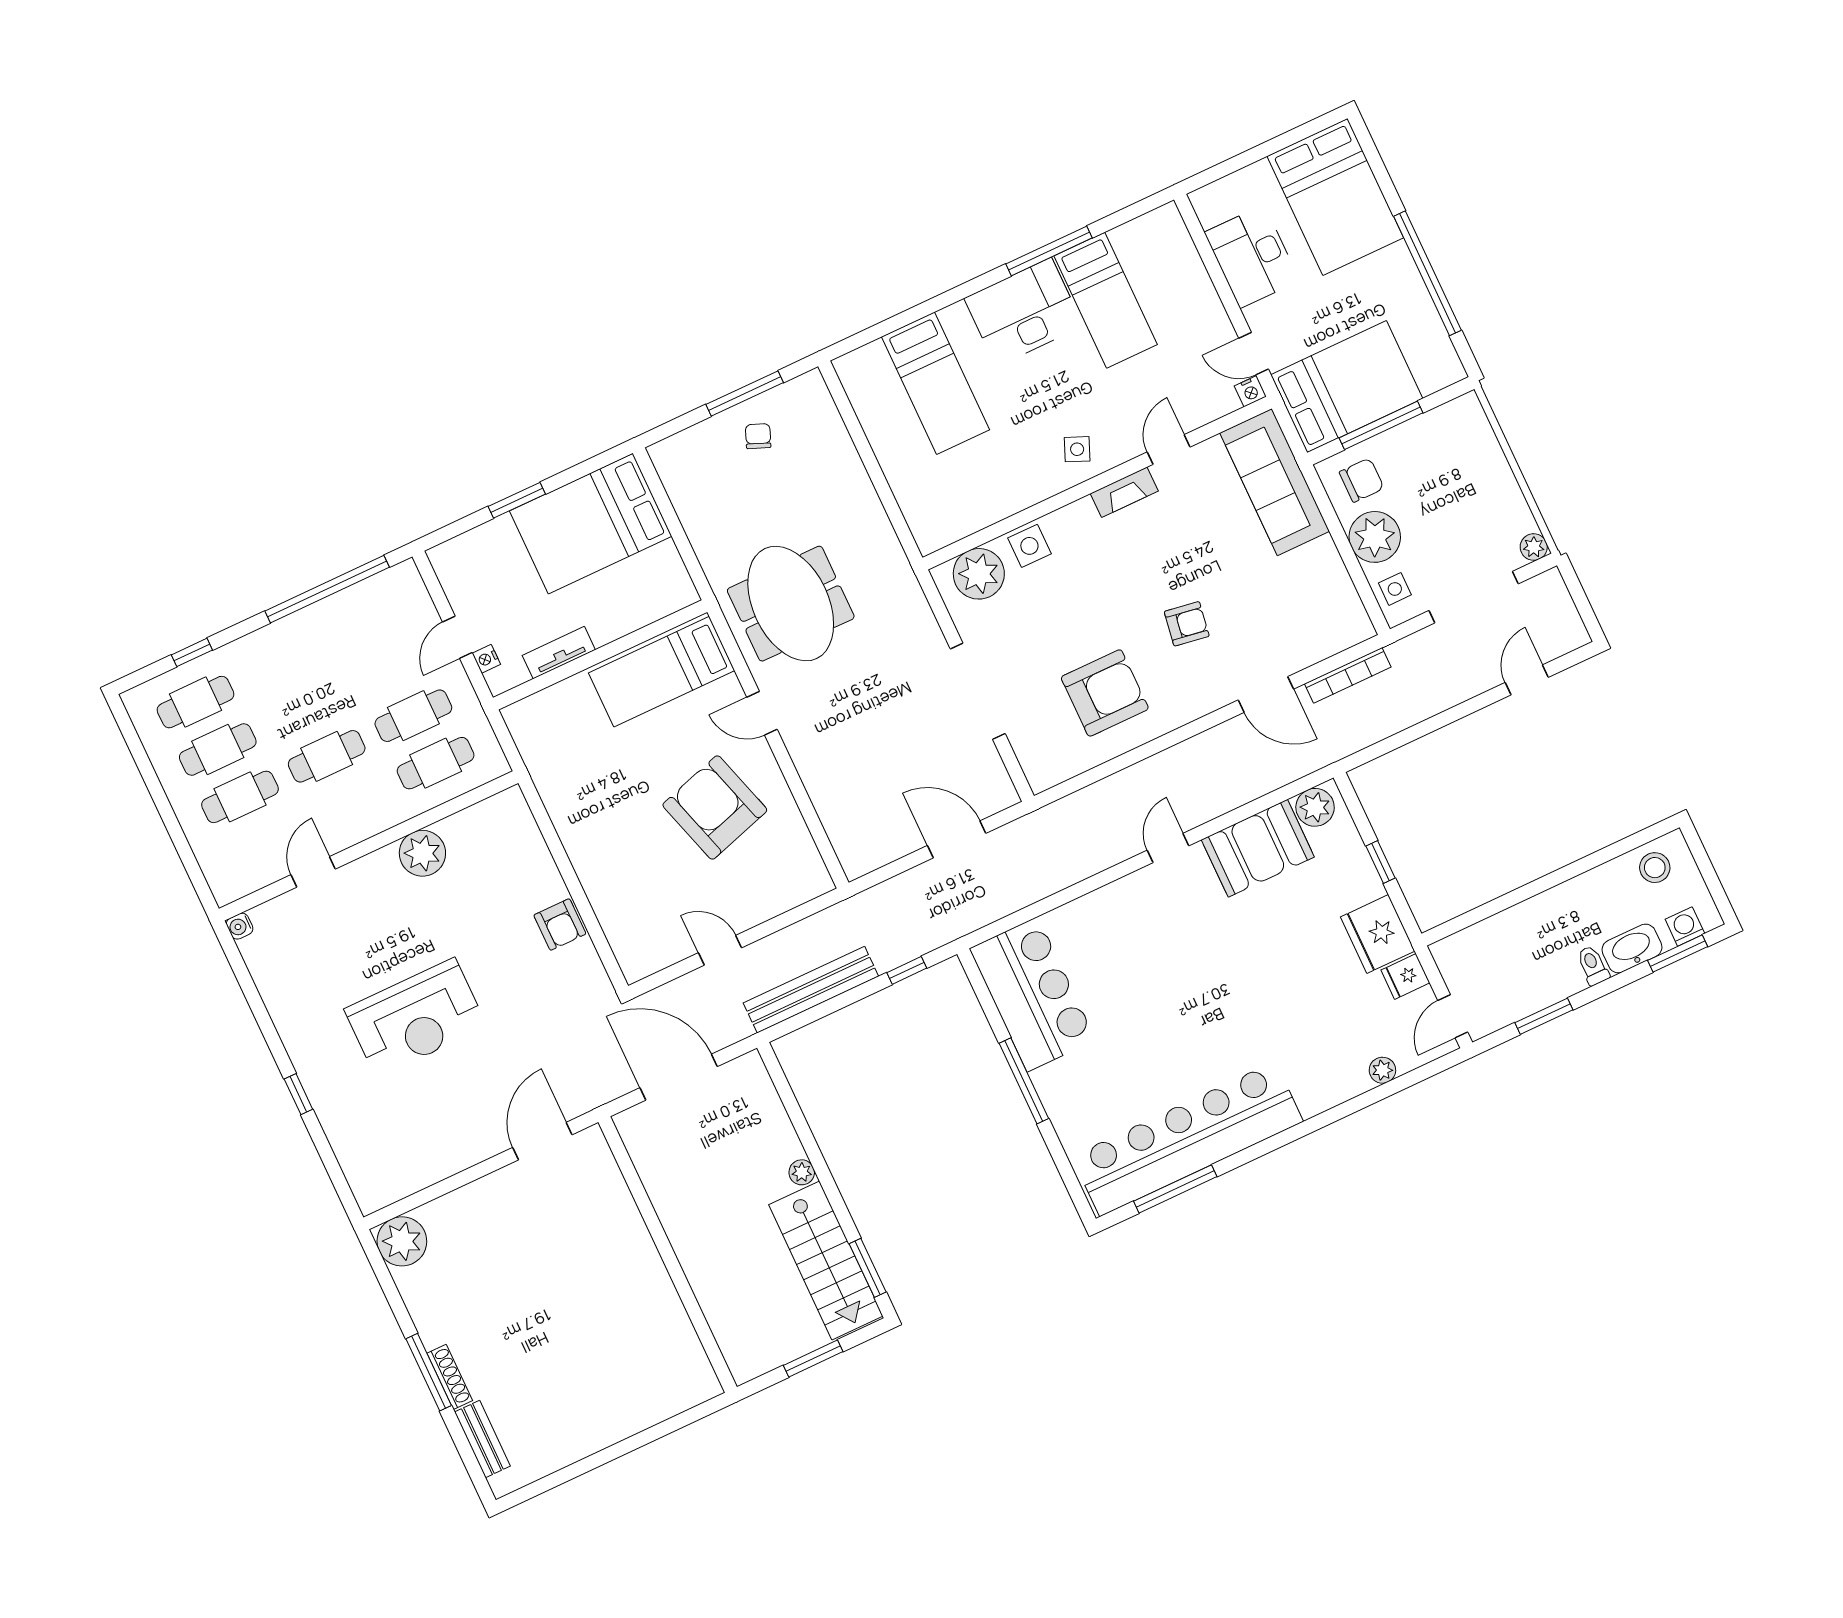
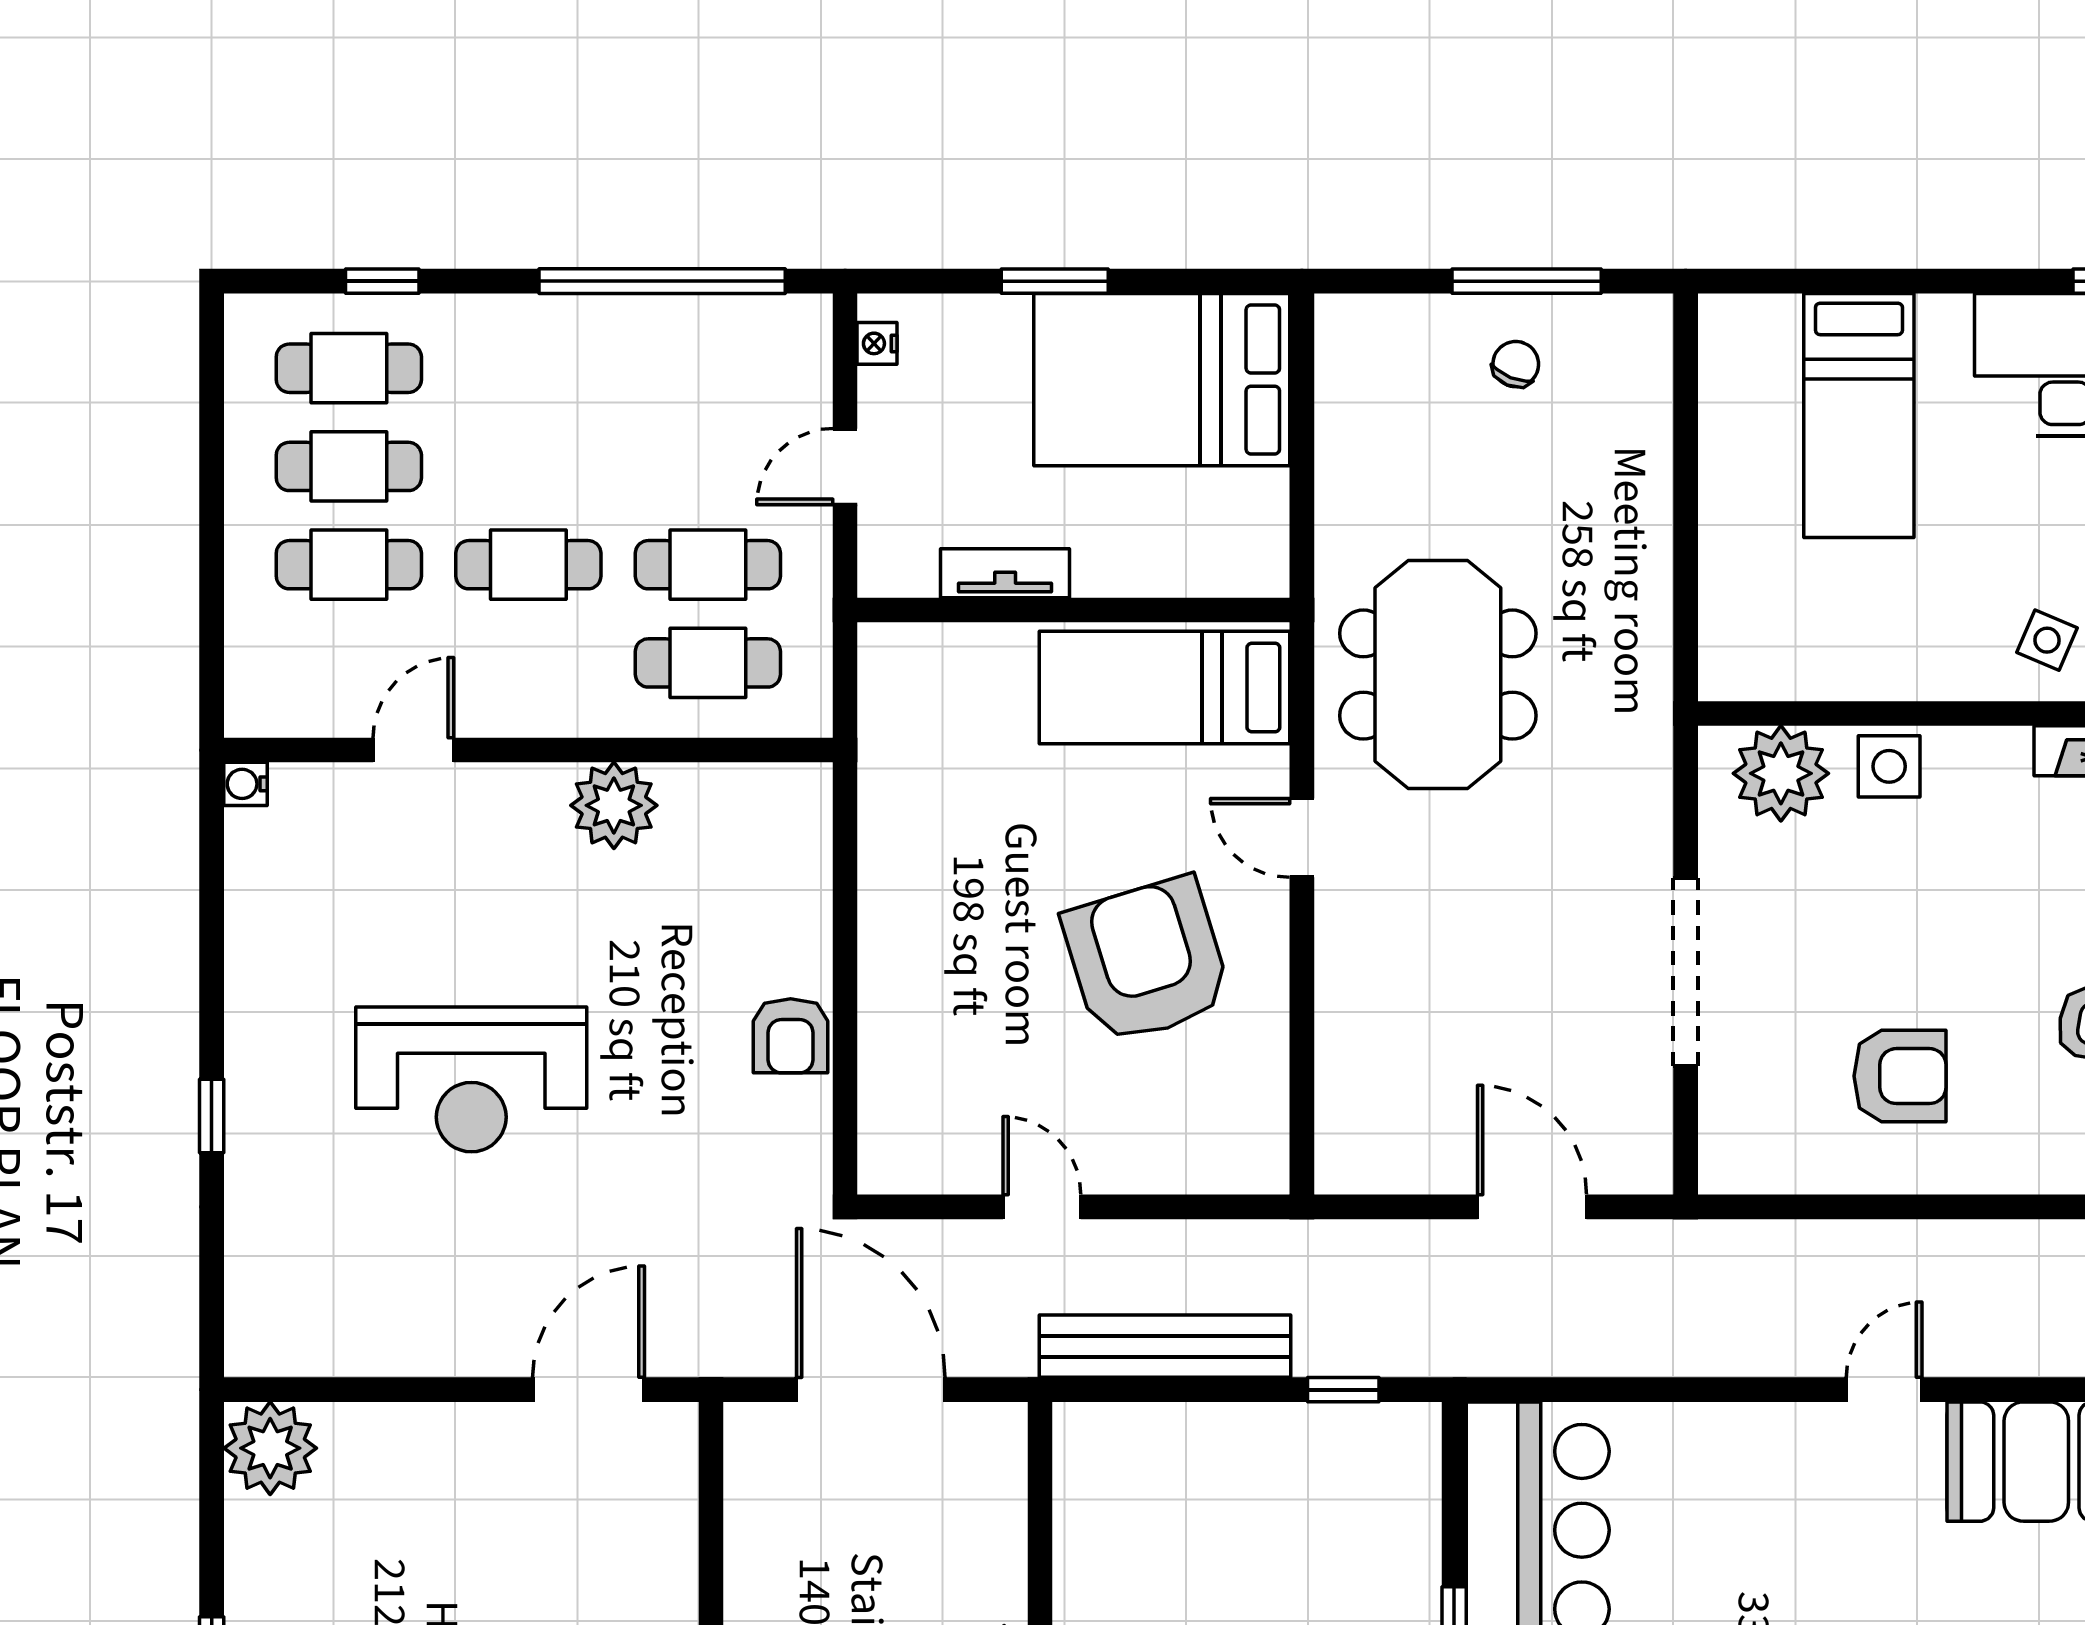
nightstand: (486, 659) -> (877, 343), moved
armchair: (1105, 693) -> (1900, 1076), width x0.73, depth x0.73

